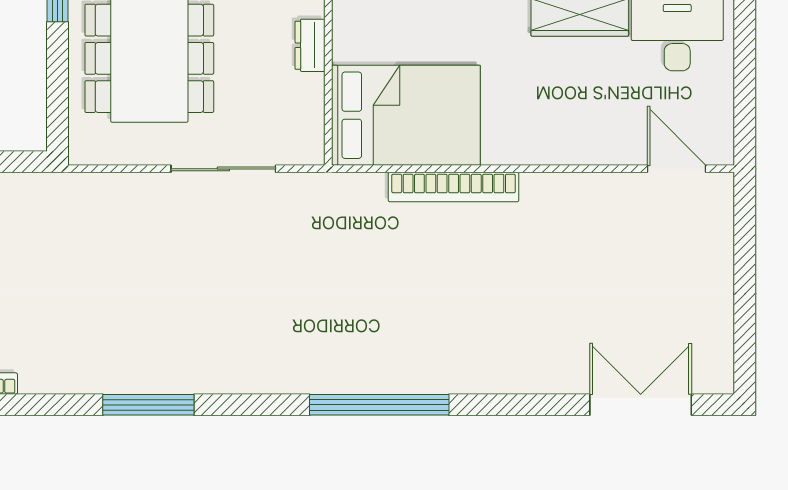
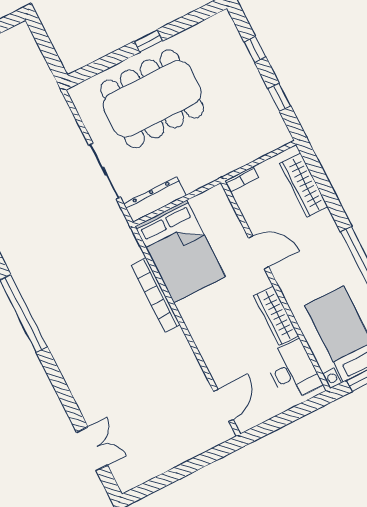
dresser: (310, 45) -> (155, 200), moved, width x1.96, depth x1.24
double door: (641, 405) -> (92, 449), width x0.73

